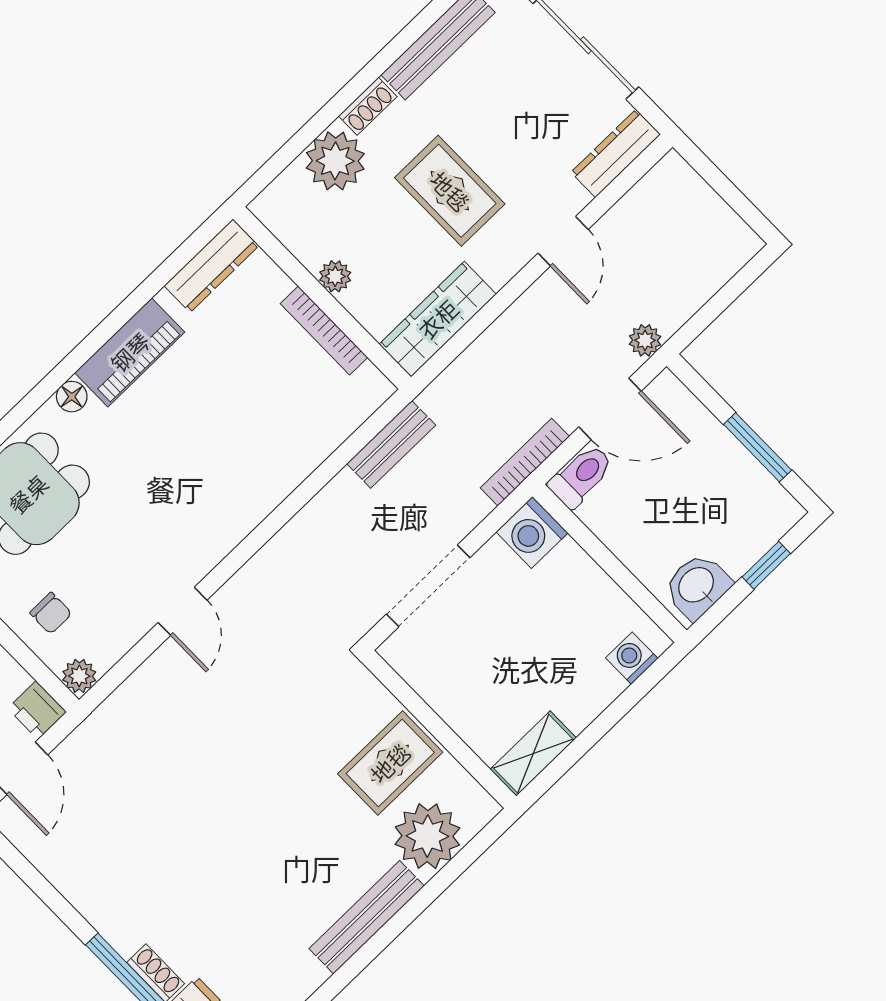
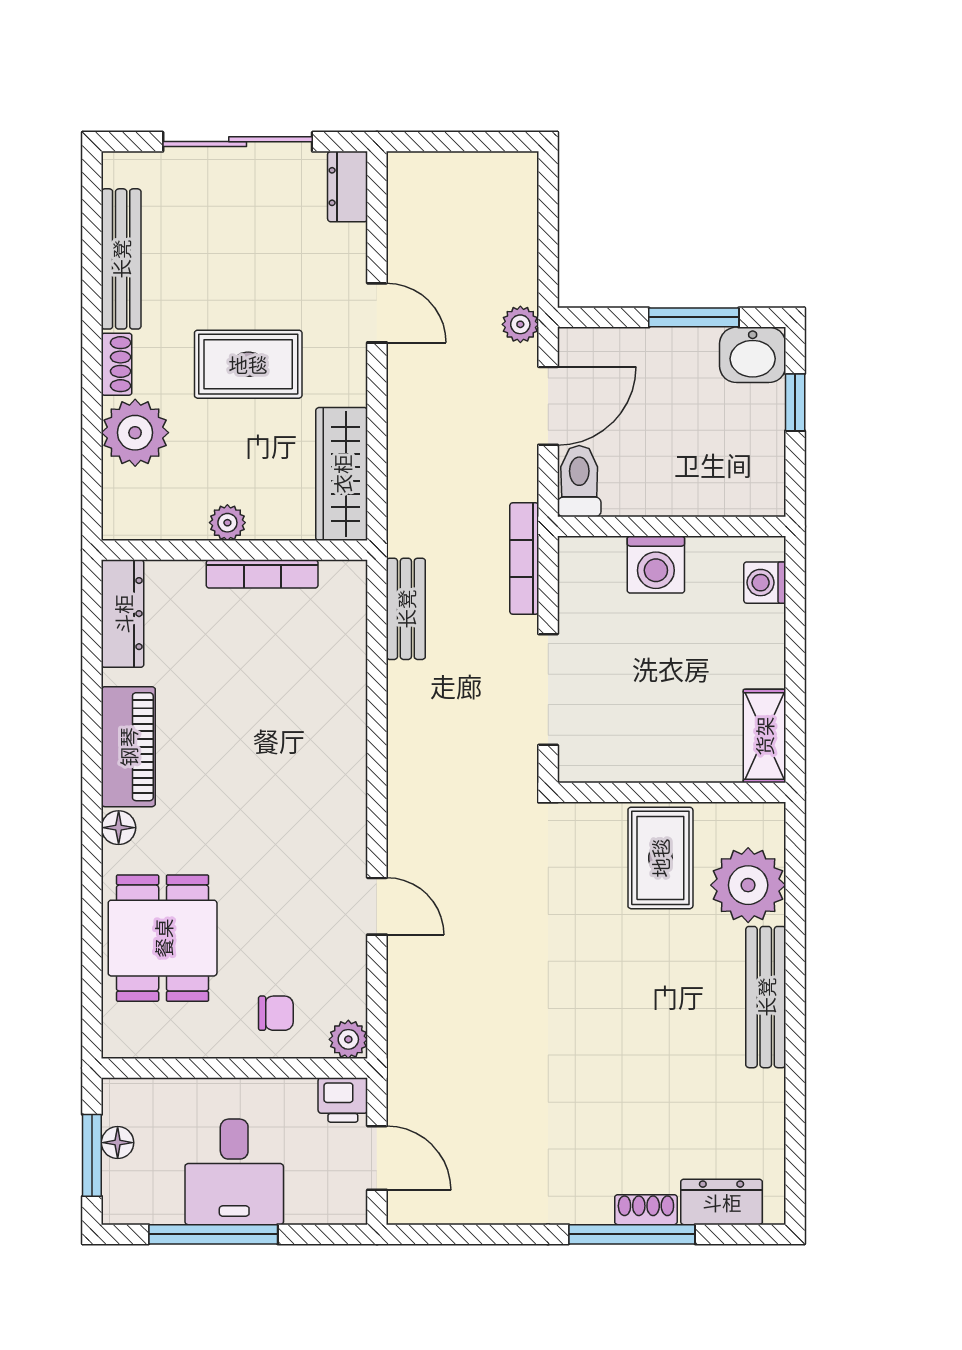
dresser: (616, 153) -> (348, 187), width x0.70
bookcase: (525, 462) -> (524, 559), moved
washing machine: (532, 532) -> (656, 565), moved
washbasin: (697, 586) -> (753, 355), moved, turned -90

